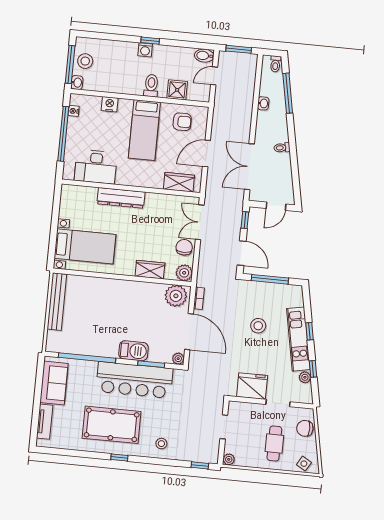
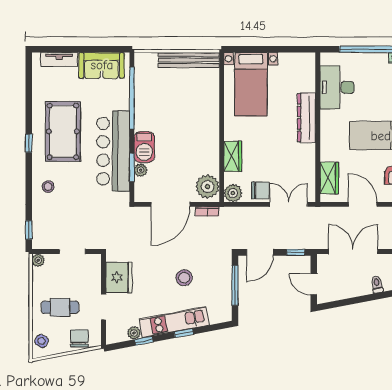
plant: (178, 359) -> (141, 170), moved

